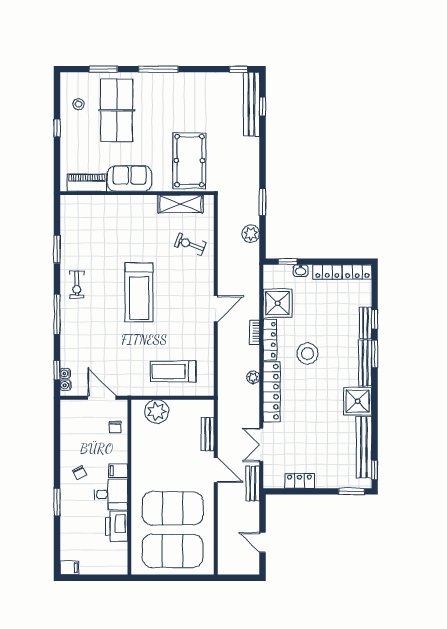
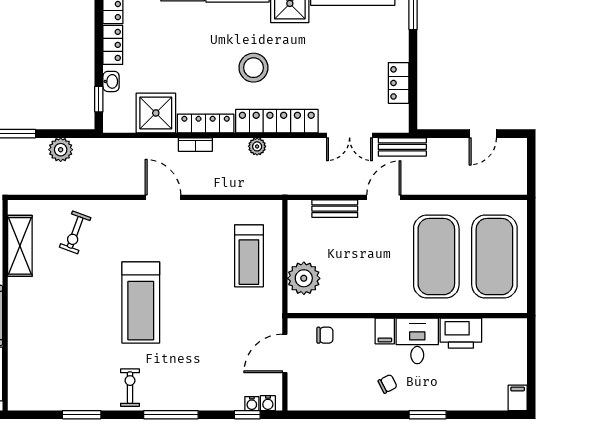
exercise bike: (77, 284) -> (130, 388), turned -90
treadmill: (139, 292) -> (141, 302), turned 90
stool: (308, 354) -> (253, 68), moved

